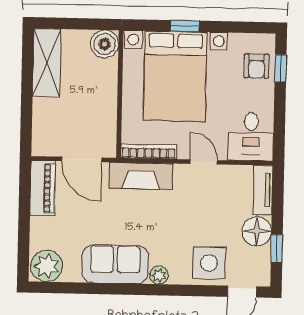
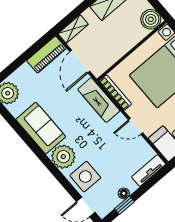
shelving: (41, 135) -> (73, 29), added
door: (204, 162) -> (136, 126), swing flipped
floor lamp: (257, 231) -> (124, 193), width x0.53, depth x0.53
plant: (159, 275) -> (63, 157), width x1.88, depth x1.88

